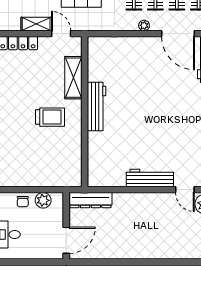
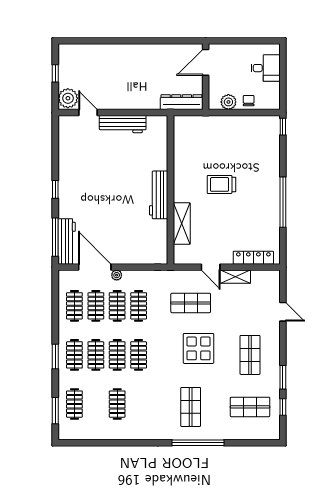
plant: (144, 25) -> (117, 275), moved
shelving: (73, 78) -> (182, 224), moved
workbench: (97, 106) -> (159, 195), moved
wall: (85, 112) -> (170, 190), moved

